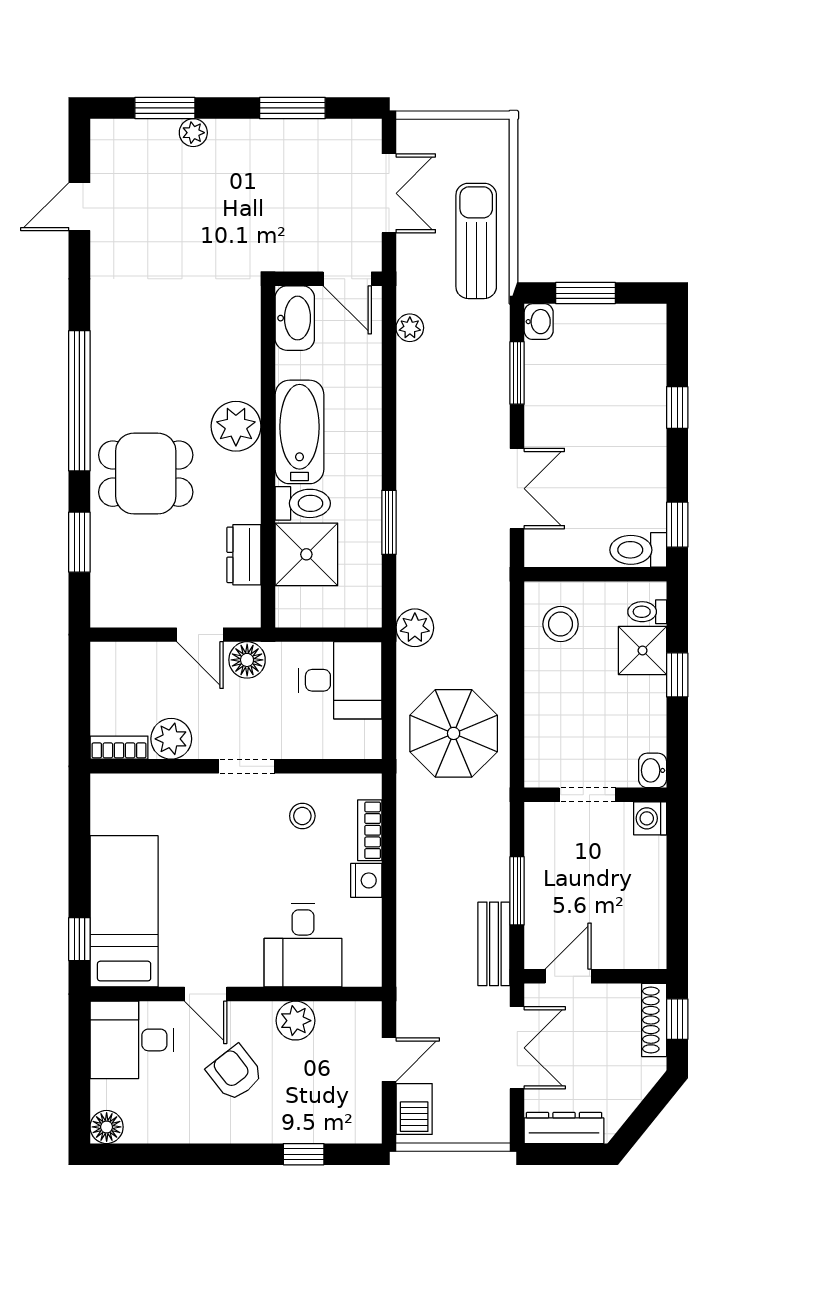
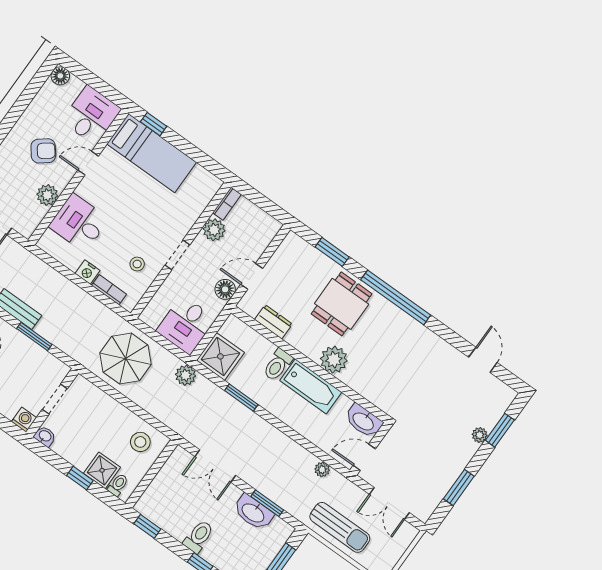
washbasin: (539, 322) -> (253, 512), moved, width x1.91, depth x1.45
toilet: (638, 550) -> (199, 536), moved
shower: (306, 554) -> (220, 356), moved

